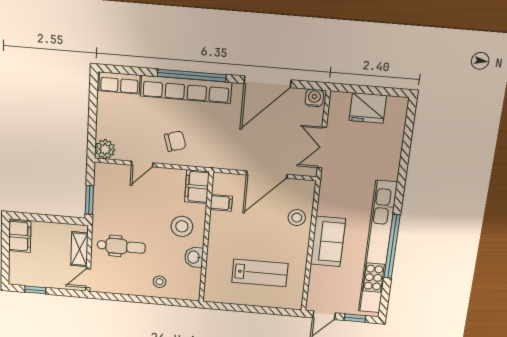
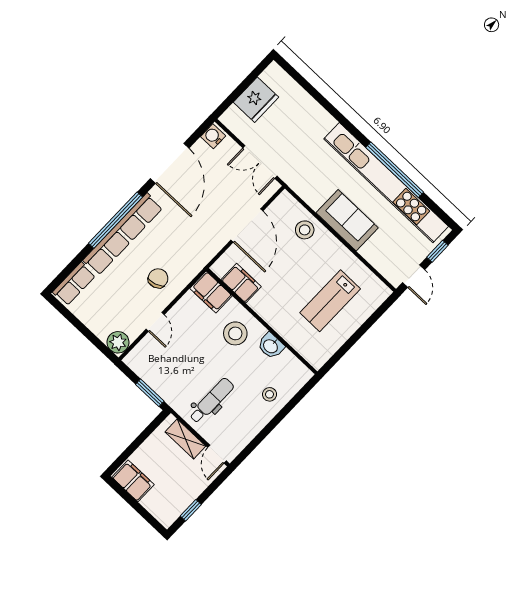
filing cabinet: (221, 203) -> (241, 283), width x2.00
lab bench: (260, 273) -> (330, 301), turned 180

